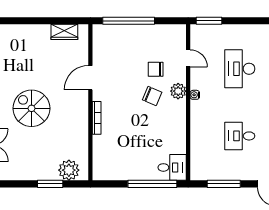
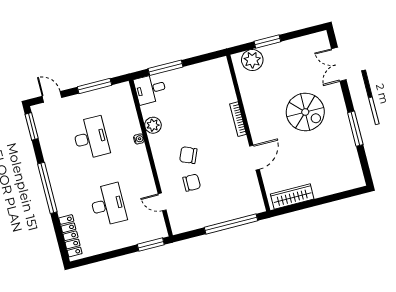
wardrobe: (64, 32) -> (292, 196), width x1.50
plant: (178, 91) -> (153, 125), moved
water cooler: (195, 95) -> (139, 139), moved
desk: (240, 136) -> (91, 138), width x1.37
window: (152, 184) -> (166, 68), width x0.68

